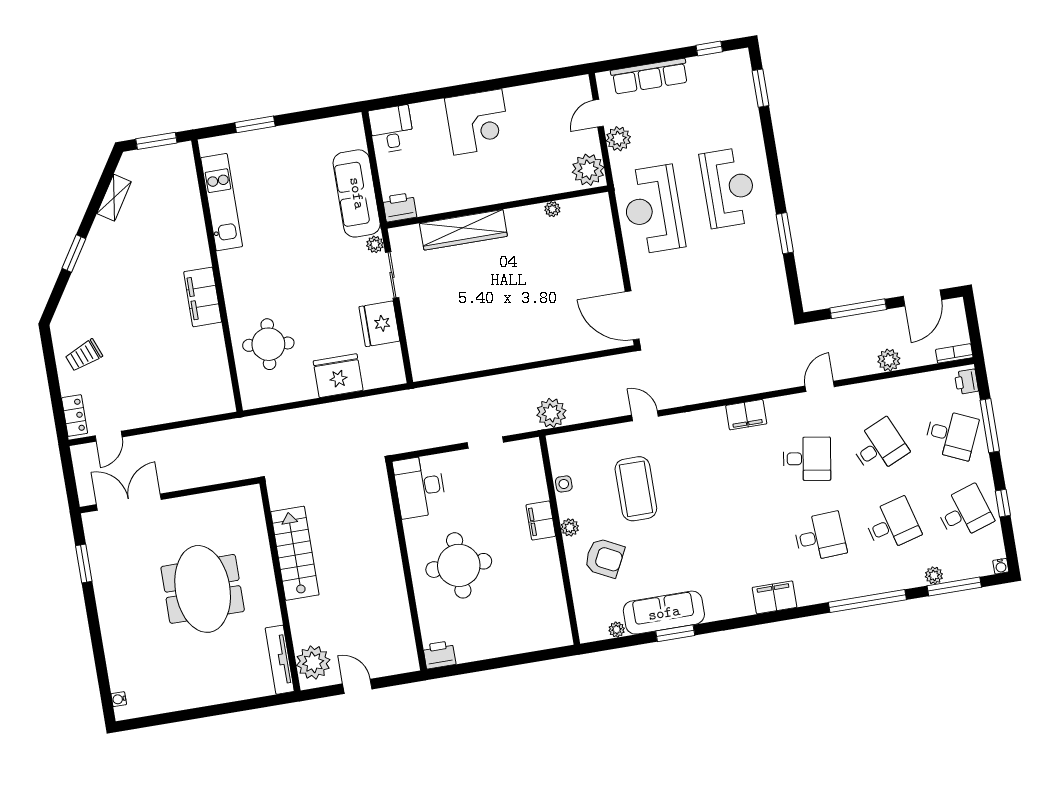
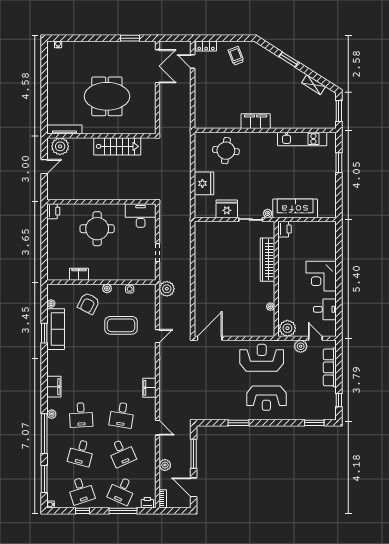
desk: (391, 129) -> (325, 309), moved
filing cabinet: (541, 520) -> (79, 274), moved
desk: (892, 525) -> (81, 453), turned 30
plant: (934, 575) -> (52, 414), moved

